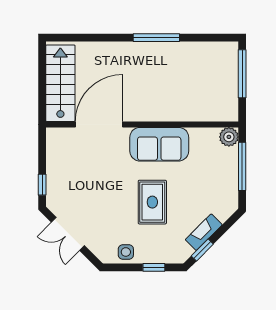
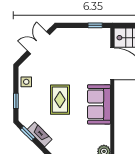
window: (42, 185) -> (95, 25), moved
rug: (152, 202) -> (60, 100), turned 90

